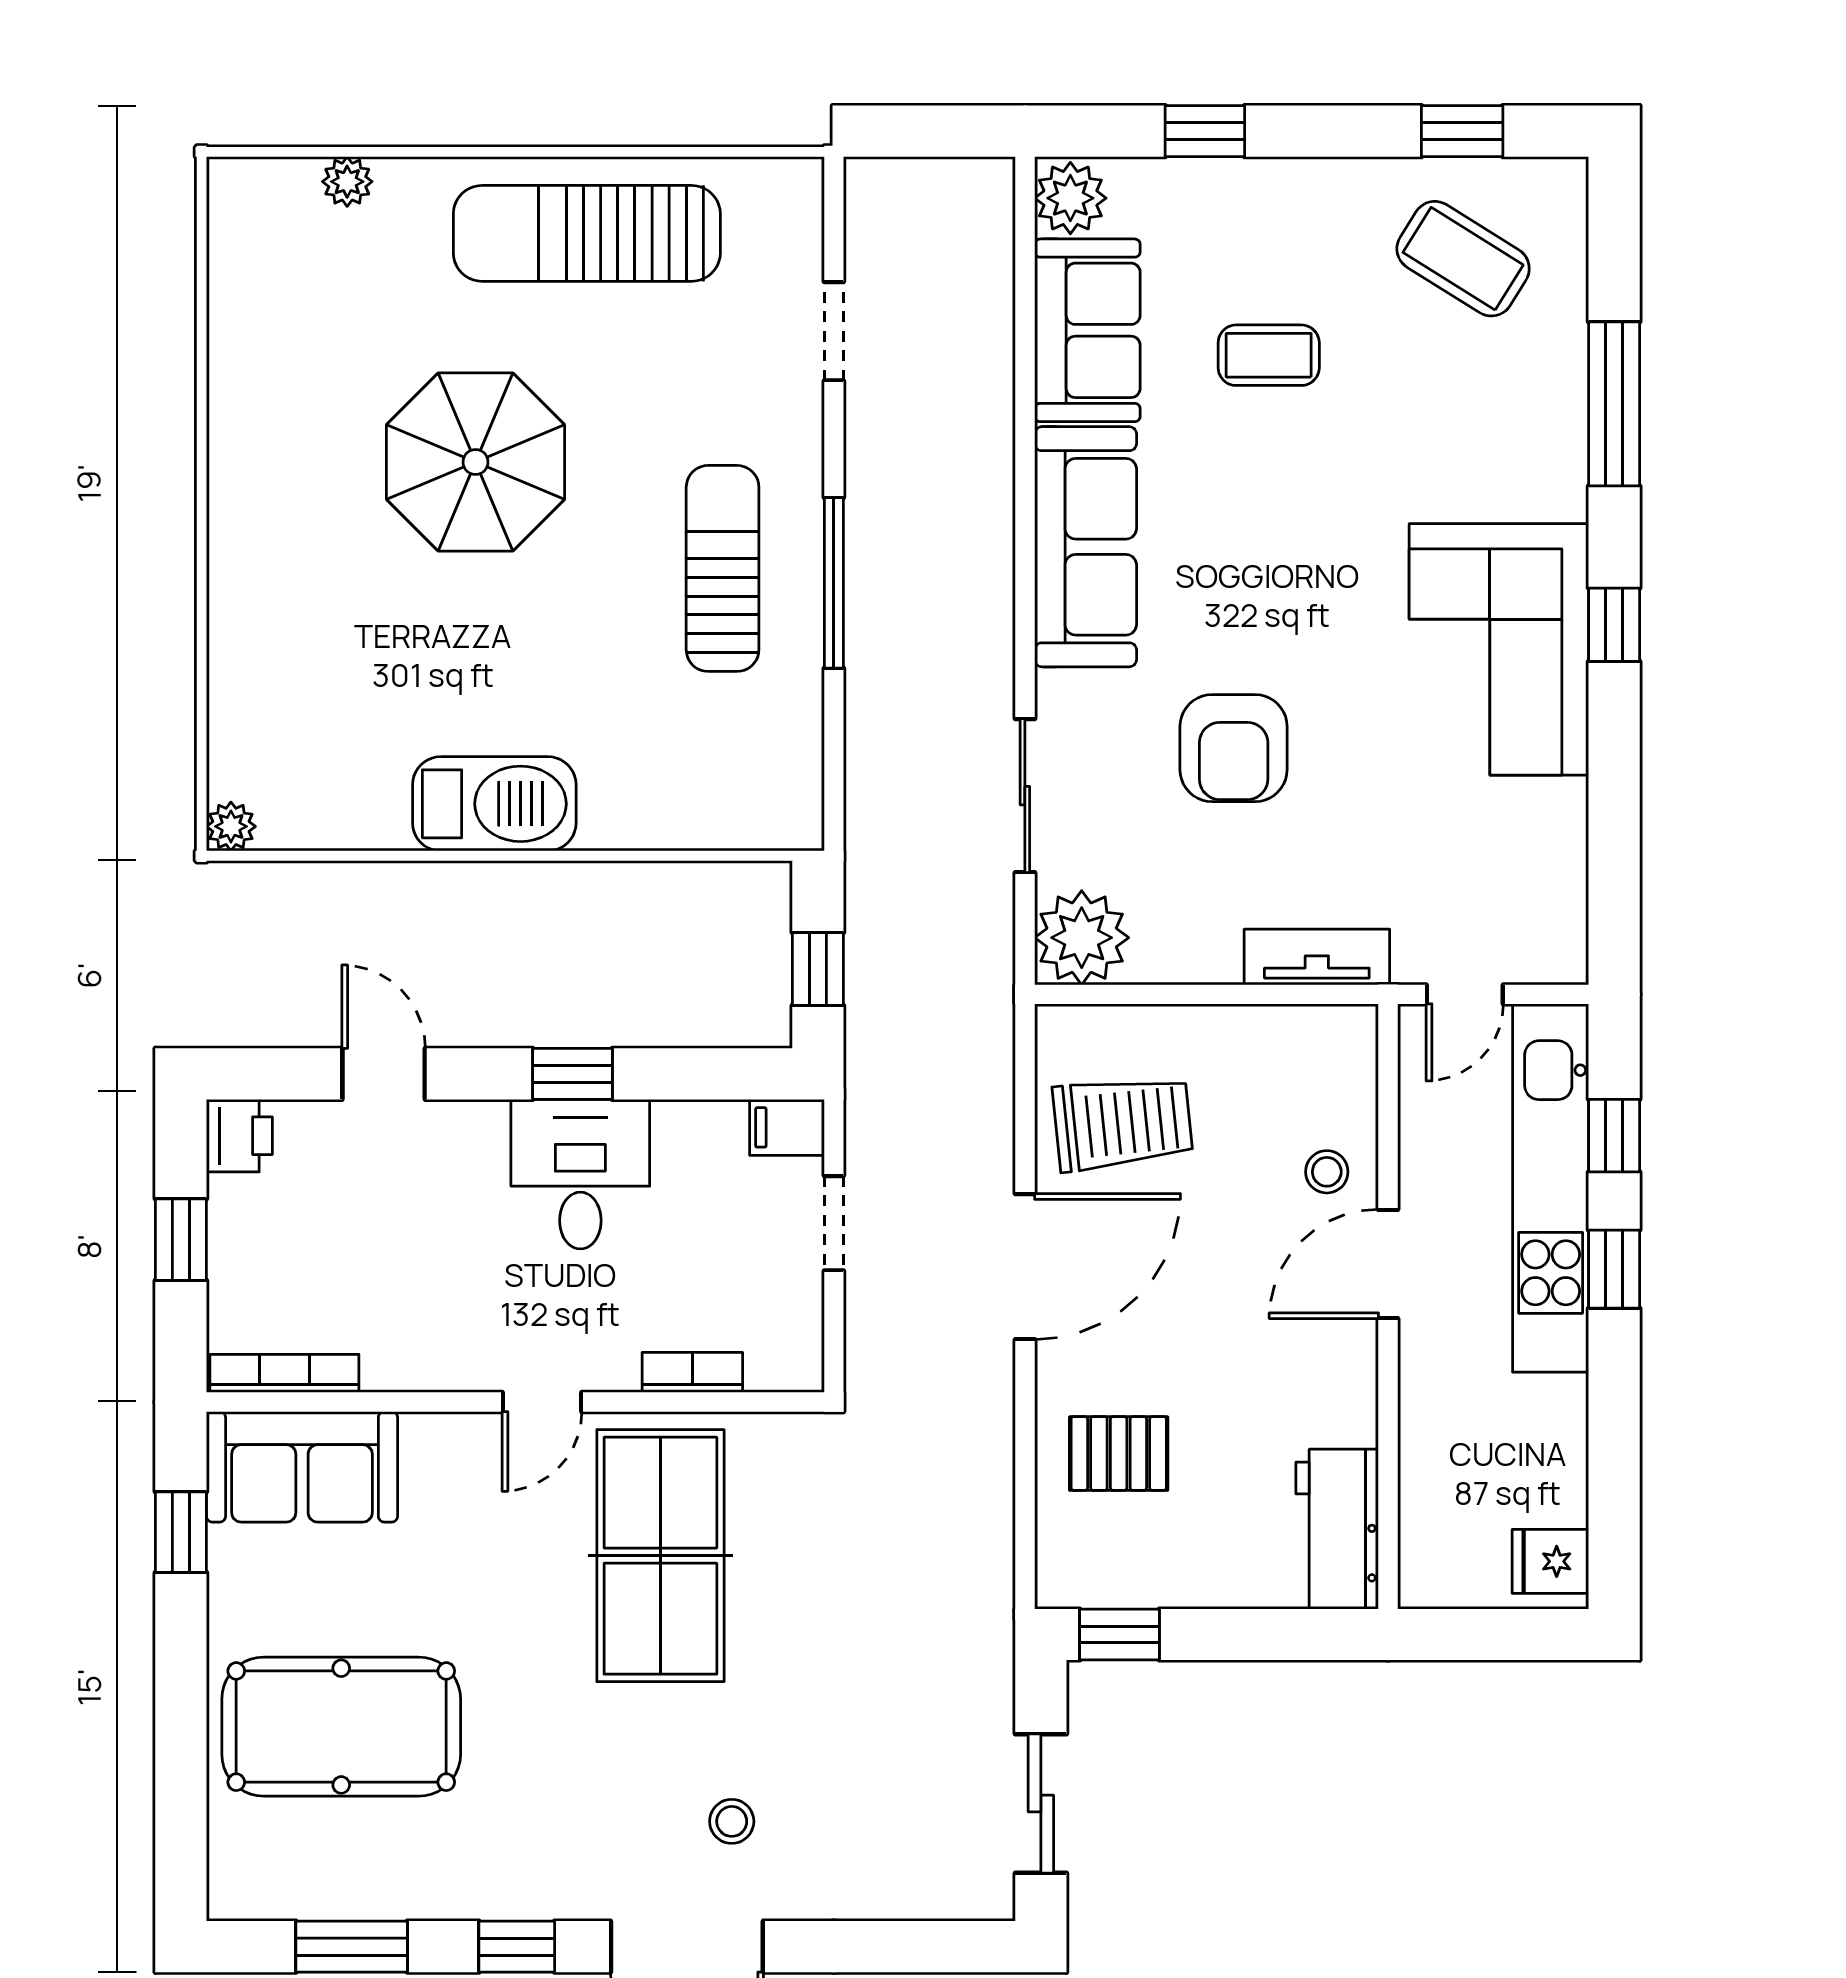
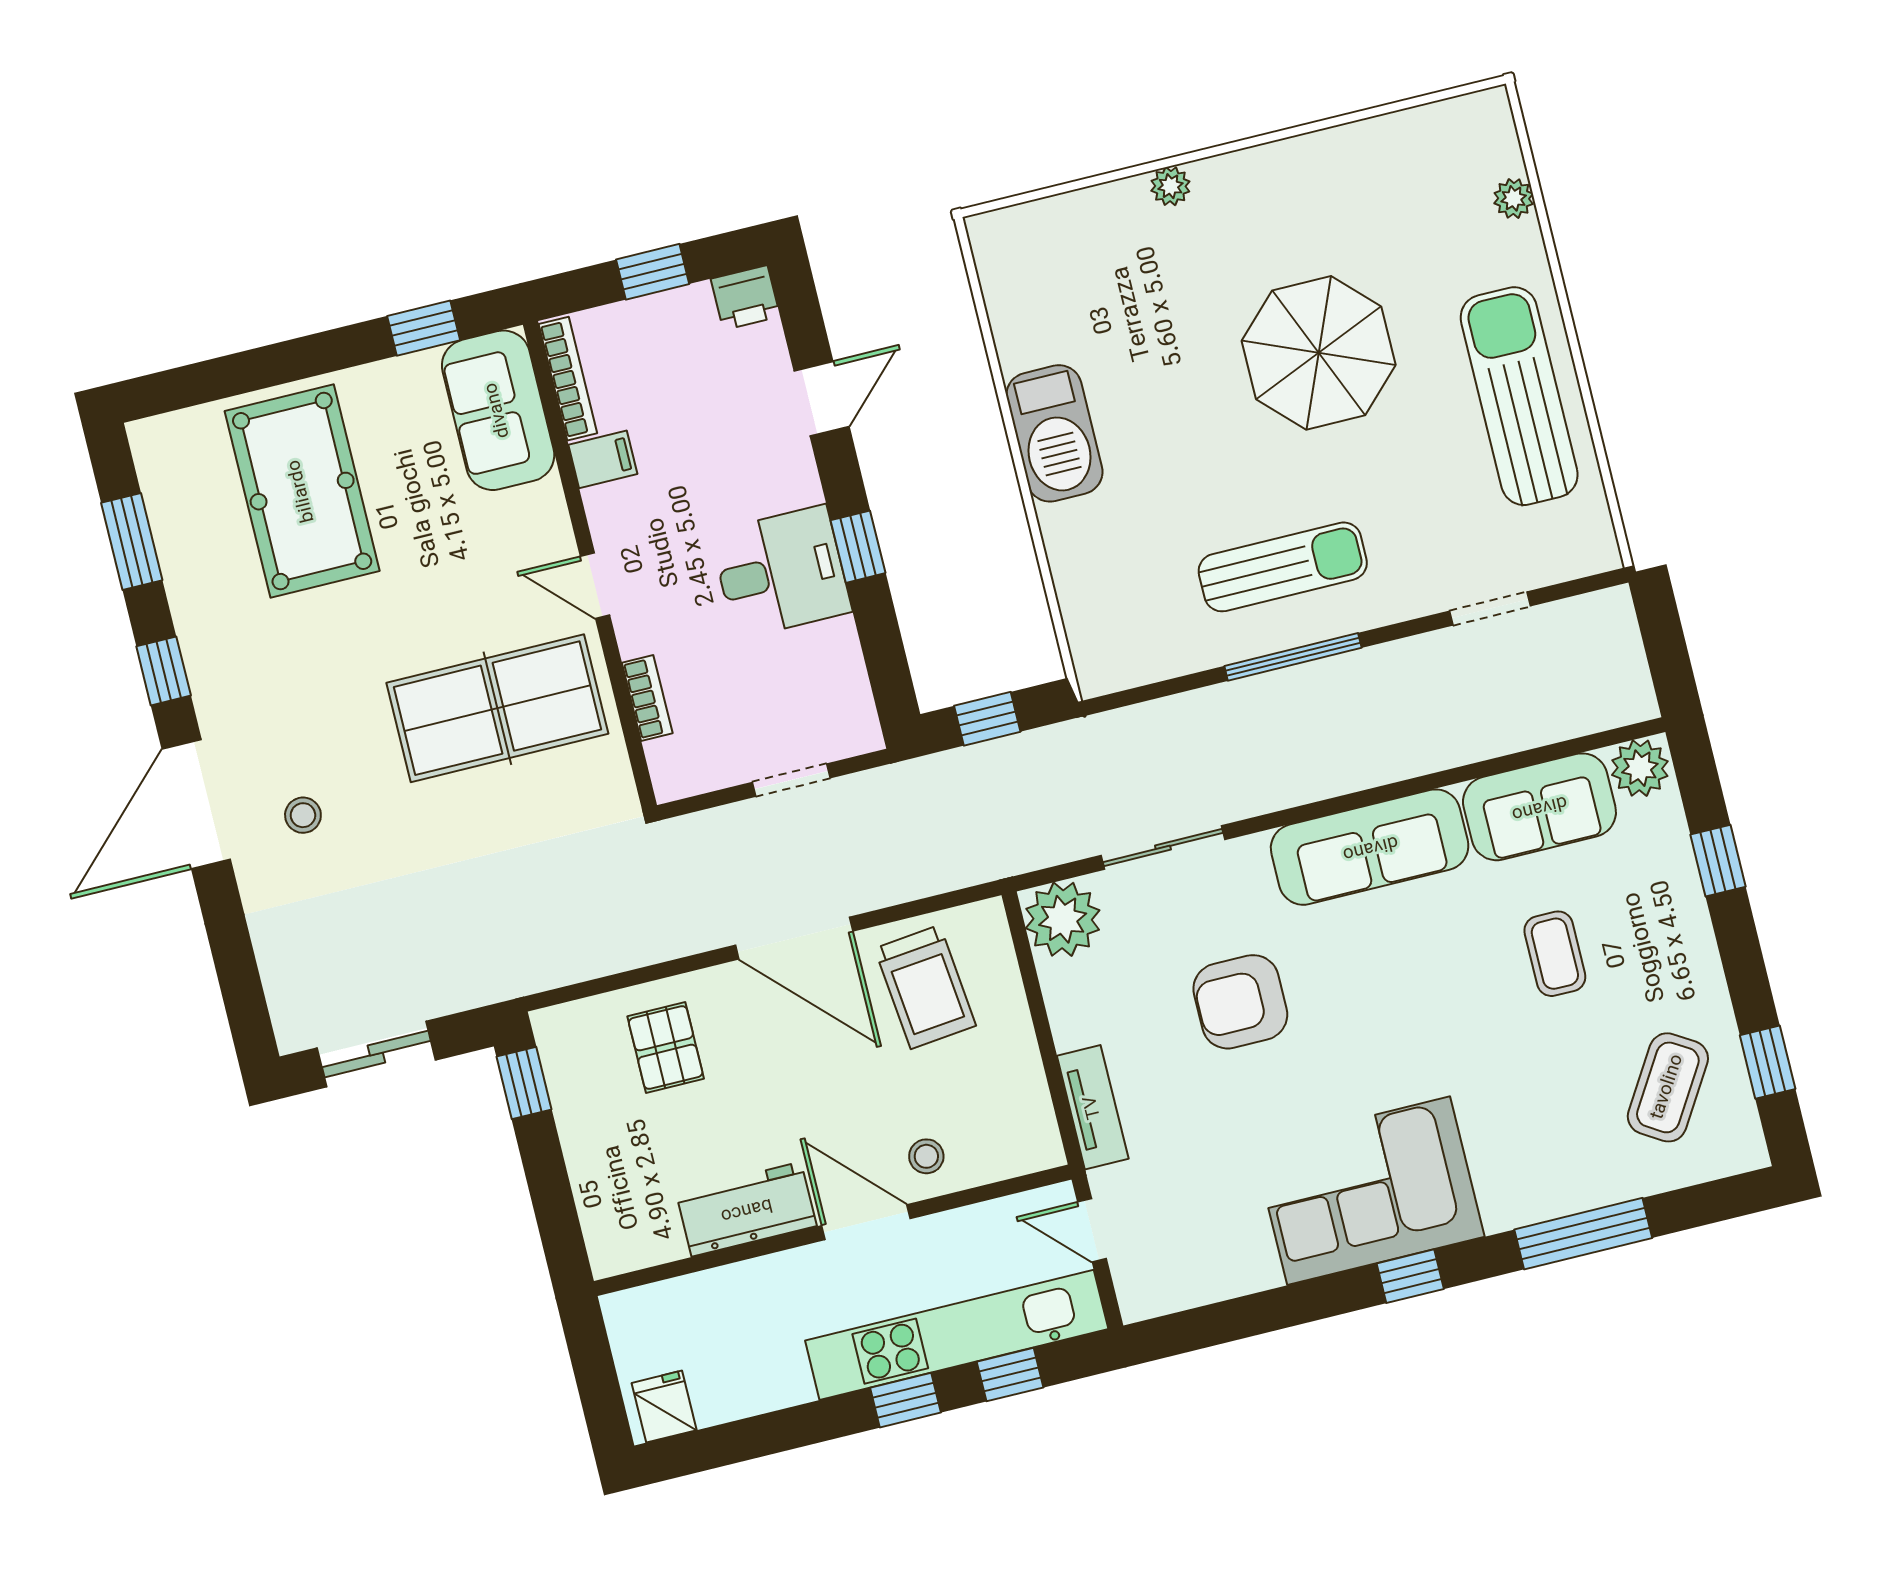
plant: (231, 826) -> (1170, 186), moved
filing cabinet: (787, 1127) -> (603, 459), moved, turned 90
workbench: (1337, 1529) -> (746, 1209), moved

